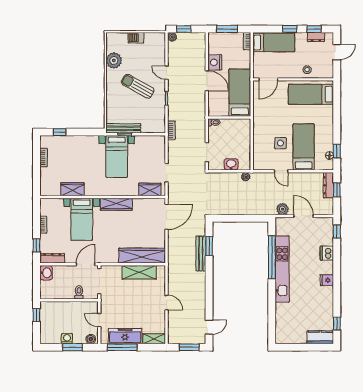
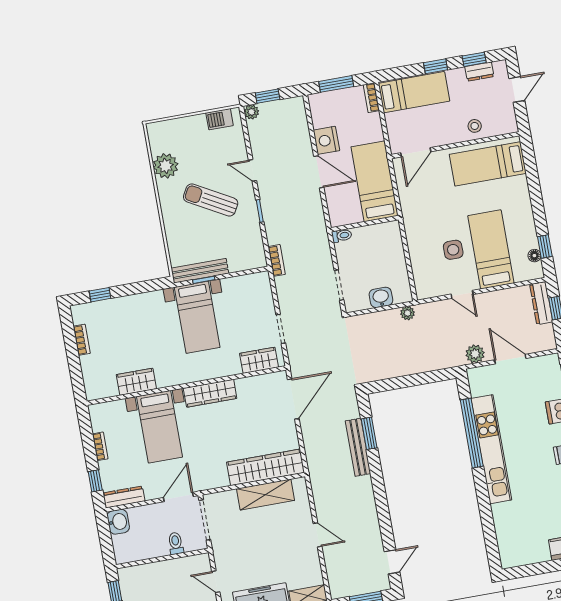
barbecue: (136, 38) -> (220, 119), moved

